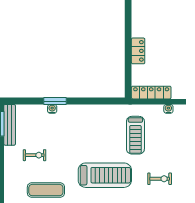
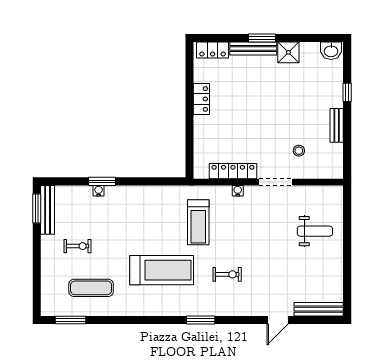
locker: (138, 51) -> (201, 99), moved
locker: (151, 93) -> (233, 171), moved

